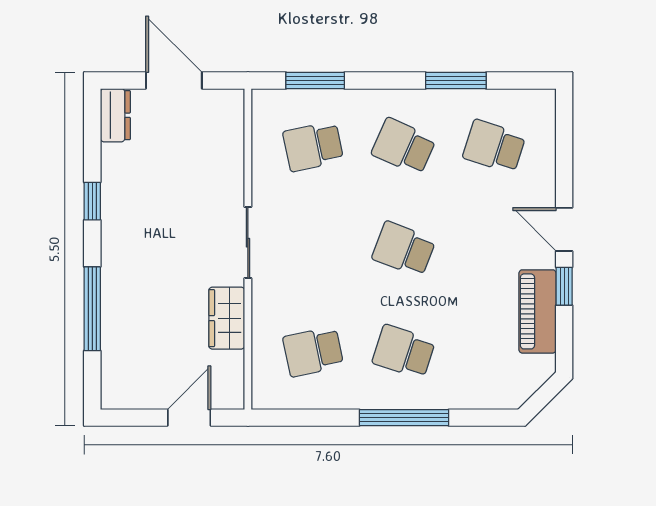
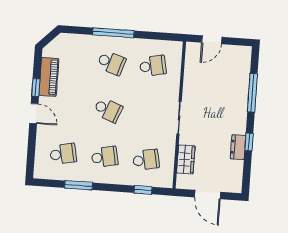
window: (315, 80) -> (143, 190), width x0.67
dresser: (115, 115) -> (238, 147), moved
school desk: (404, 146) -> (105, 157), turned -36
school desk: (494, 146) -> (63, 154), turned -30
wardrobe: (227, 318) -> (186, 159), moved

